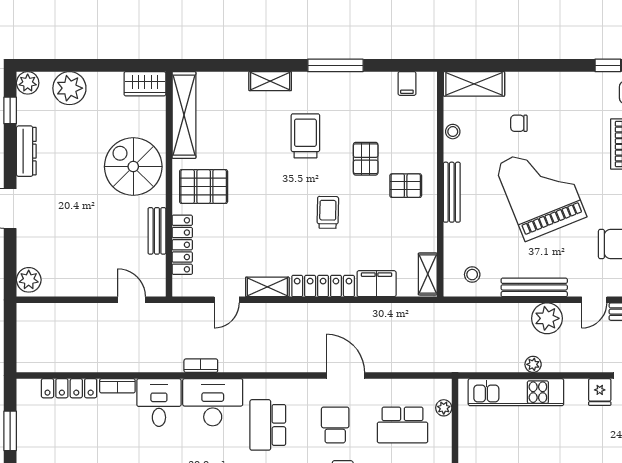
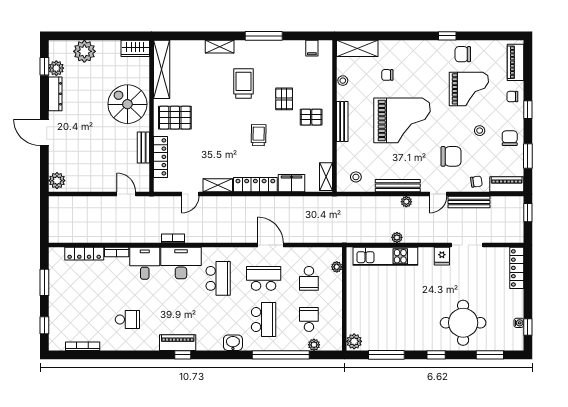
plant: (28, 83) -> (56, 68), moved
grand piano: (541, 191) -> (402, 120), turned 112
plant: (547, 318) -> (406, 202), width x0.53, depth x0.53
school desk: (268, 425) -> (218, 278), turned 180
school desk: (335, 425) -> (264, 278), width x1.85
school desk: (402, 425) -> (309, 278), width x0.54

